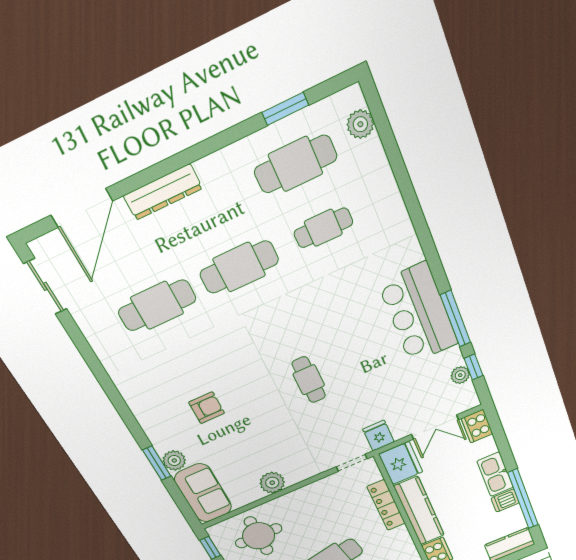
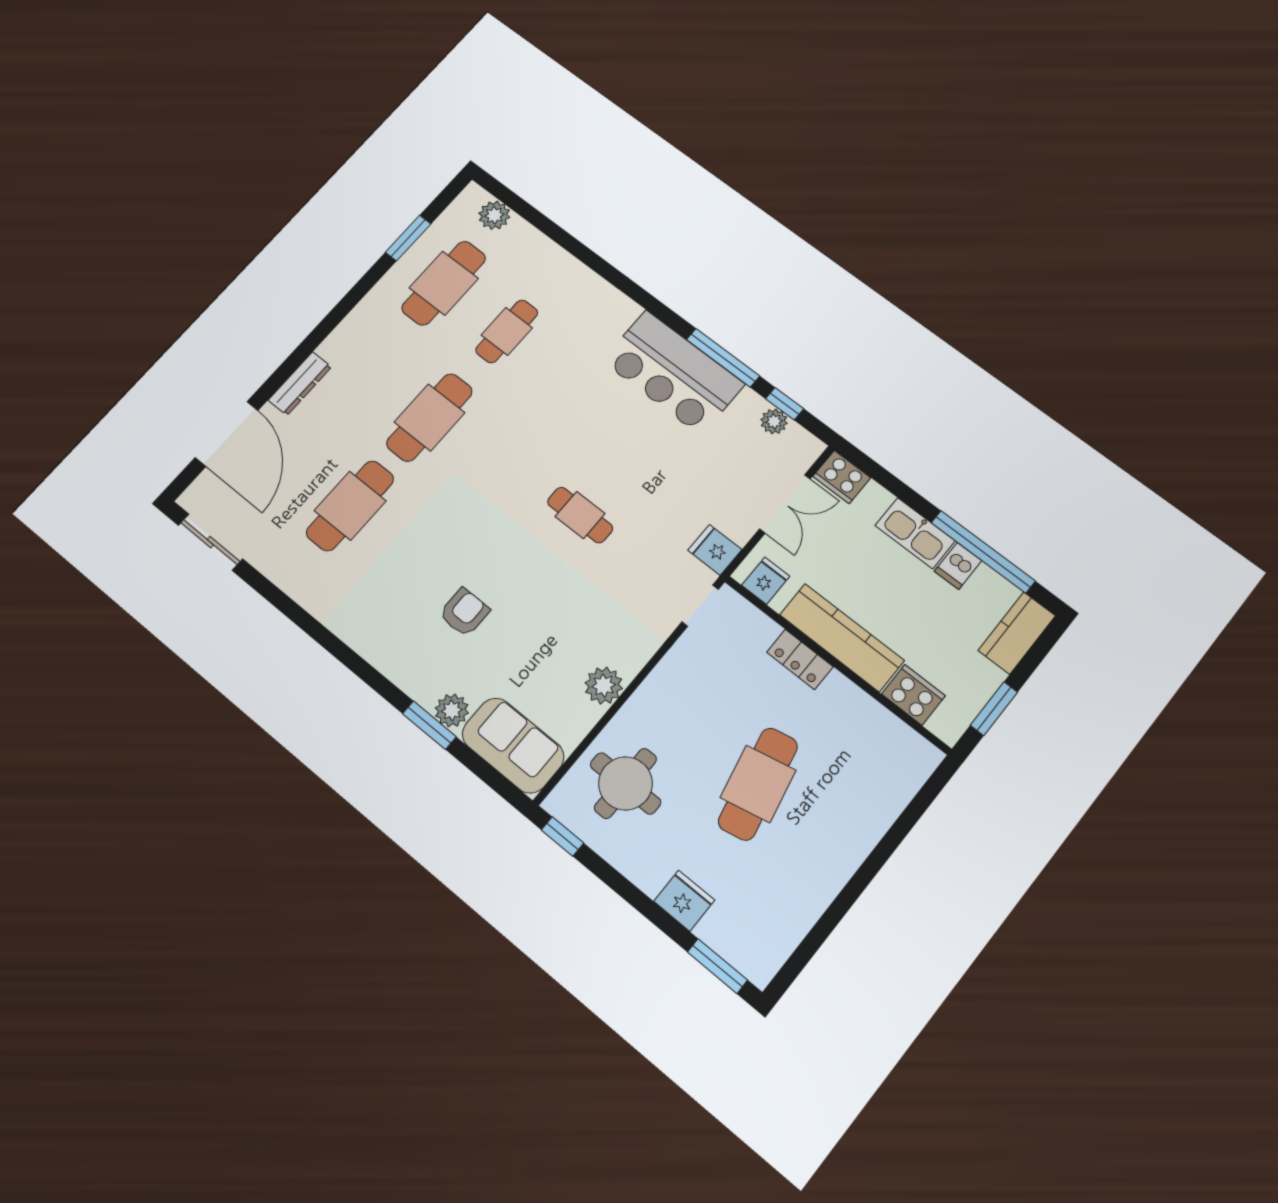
dresser: (163, 192) -> (300, 384), width x0.73, depth x0.80
fridge: (401, 463) -> (766, 581), width x0.53, depth x0.75
locker: (386, 505) -> (800, 659), width x0.66

